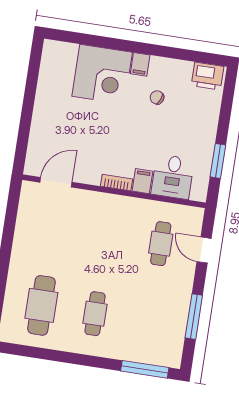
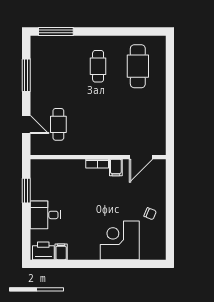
filing cabinet: (140, 64) -> (61, 252), moved
chair: (157, 97) -> (150, 214), moved
desk: (173, 177) -> (45, 215), moved, turned -90
filing cabinet: (142, 181) -> (116, 167), moved

